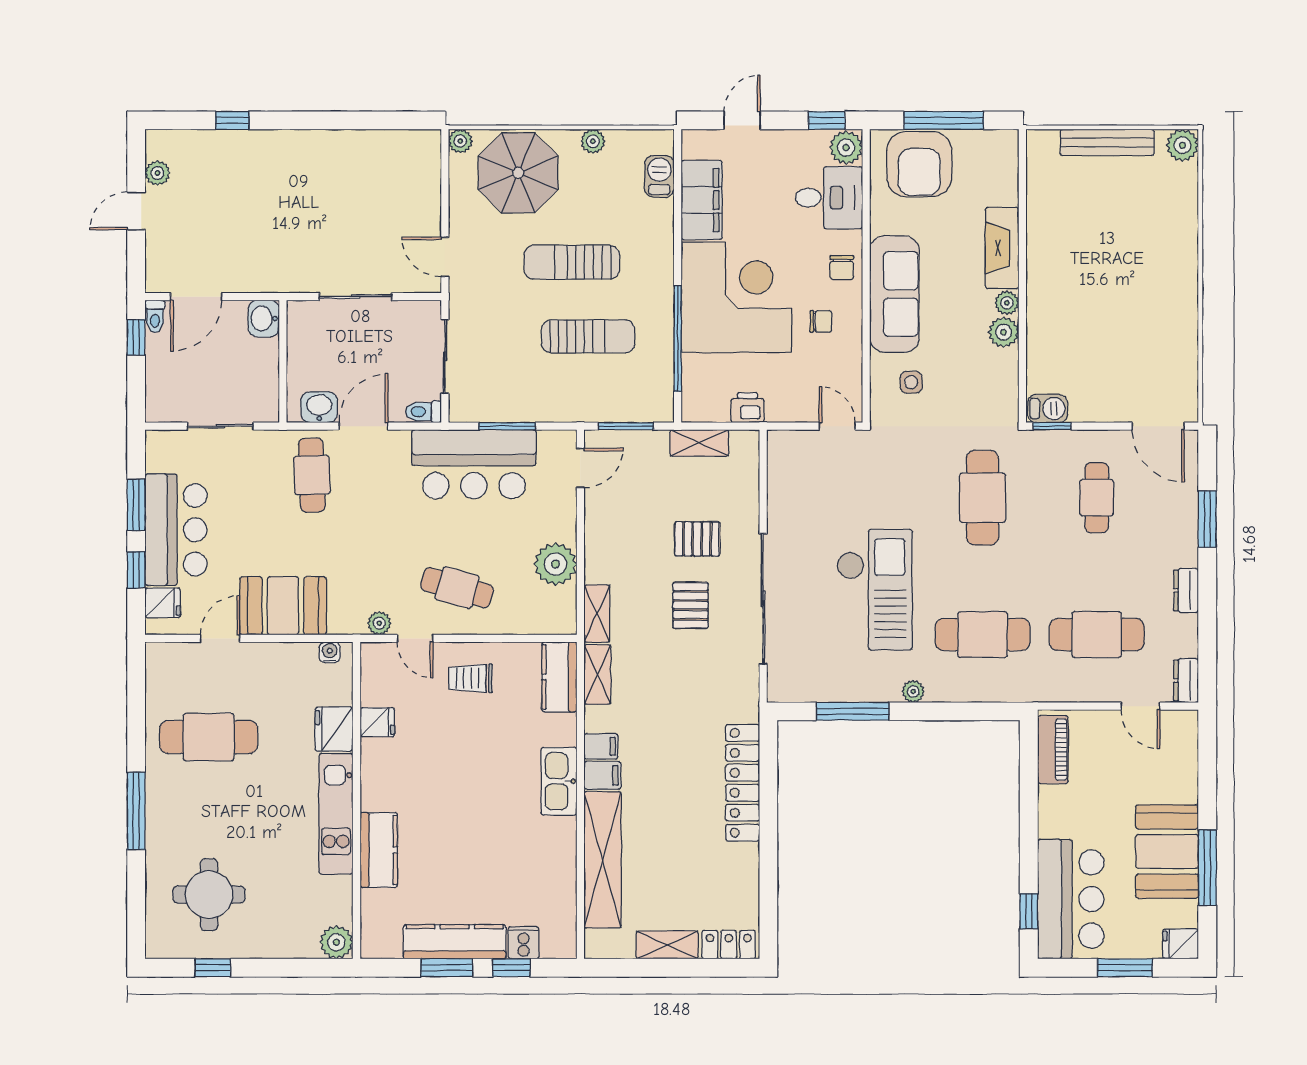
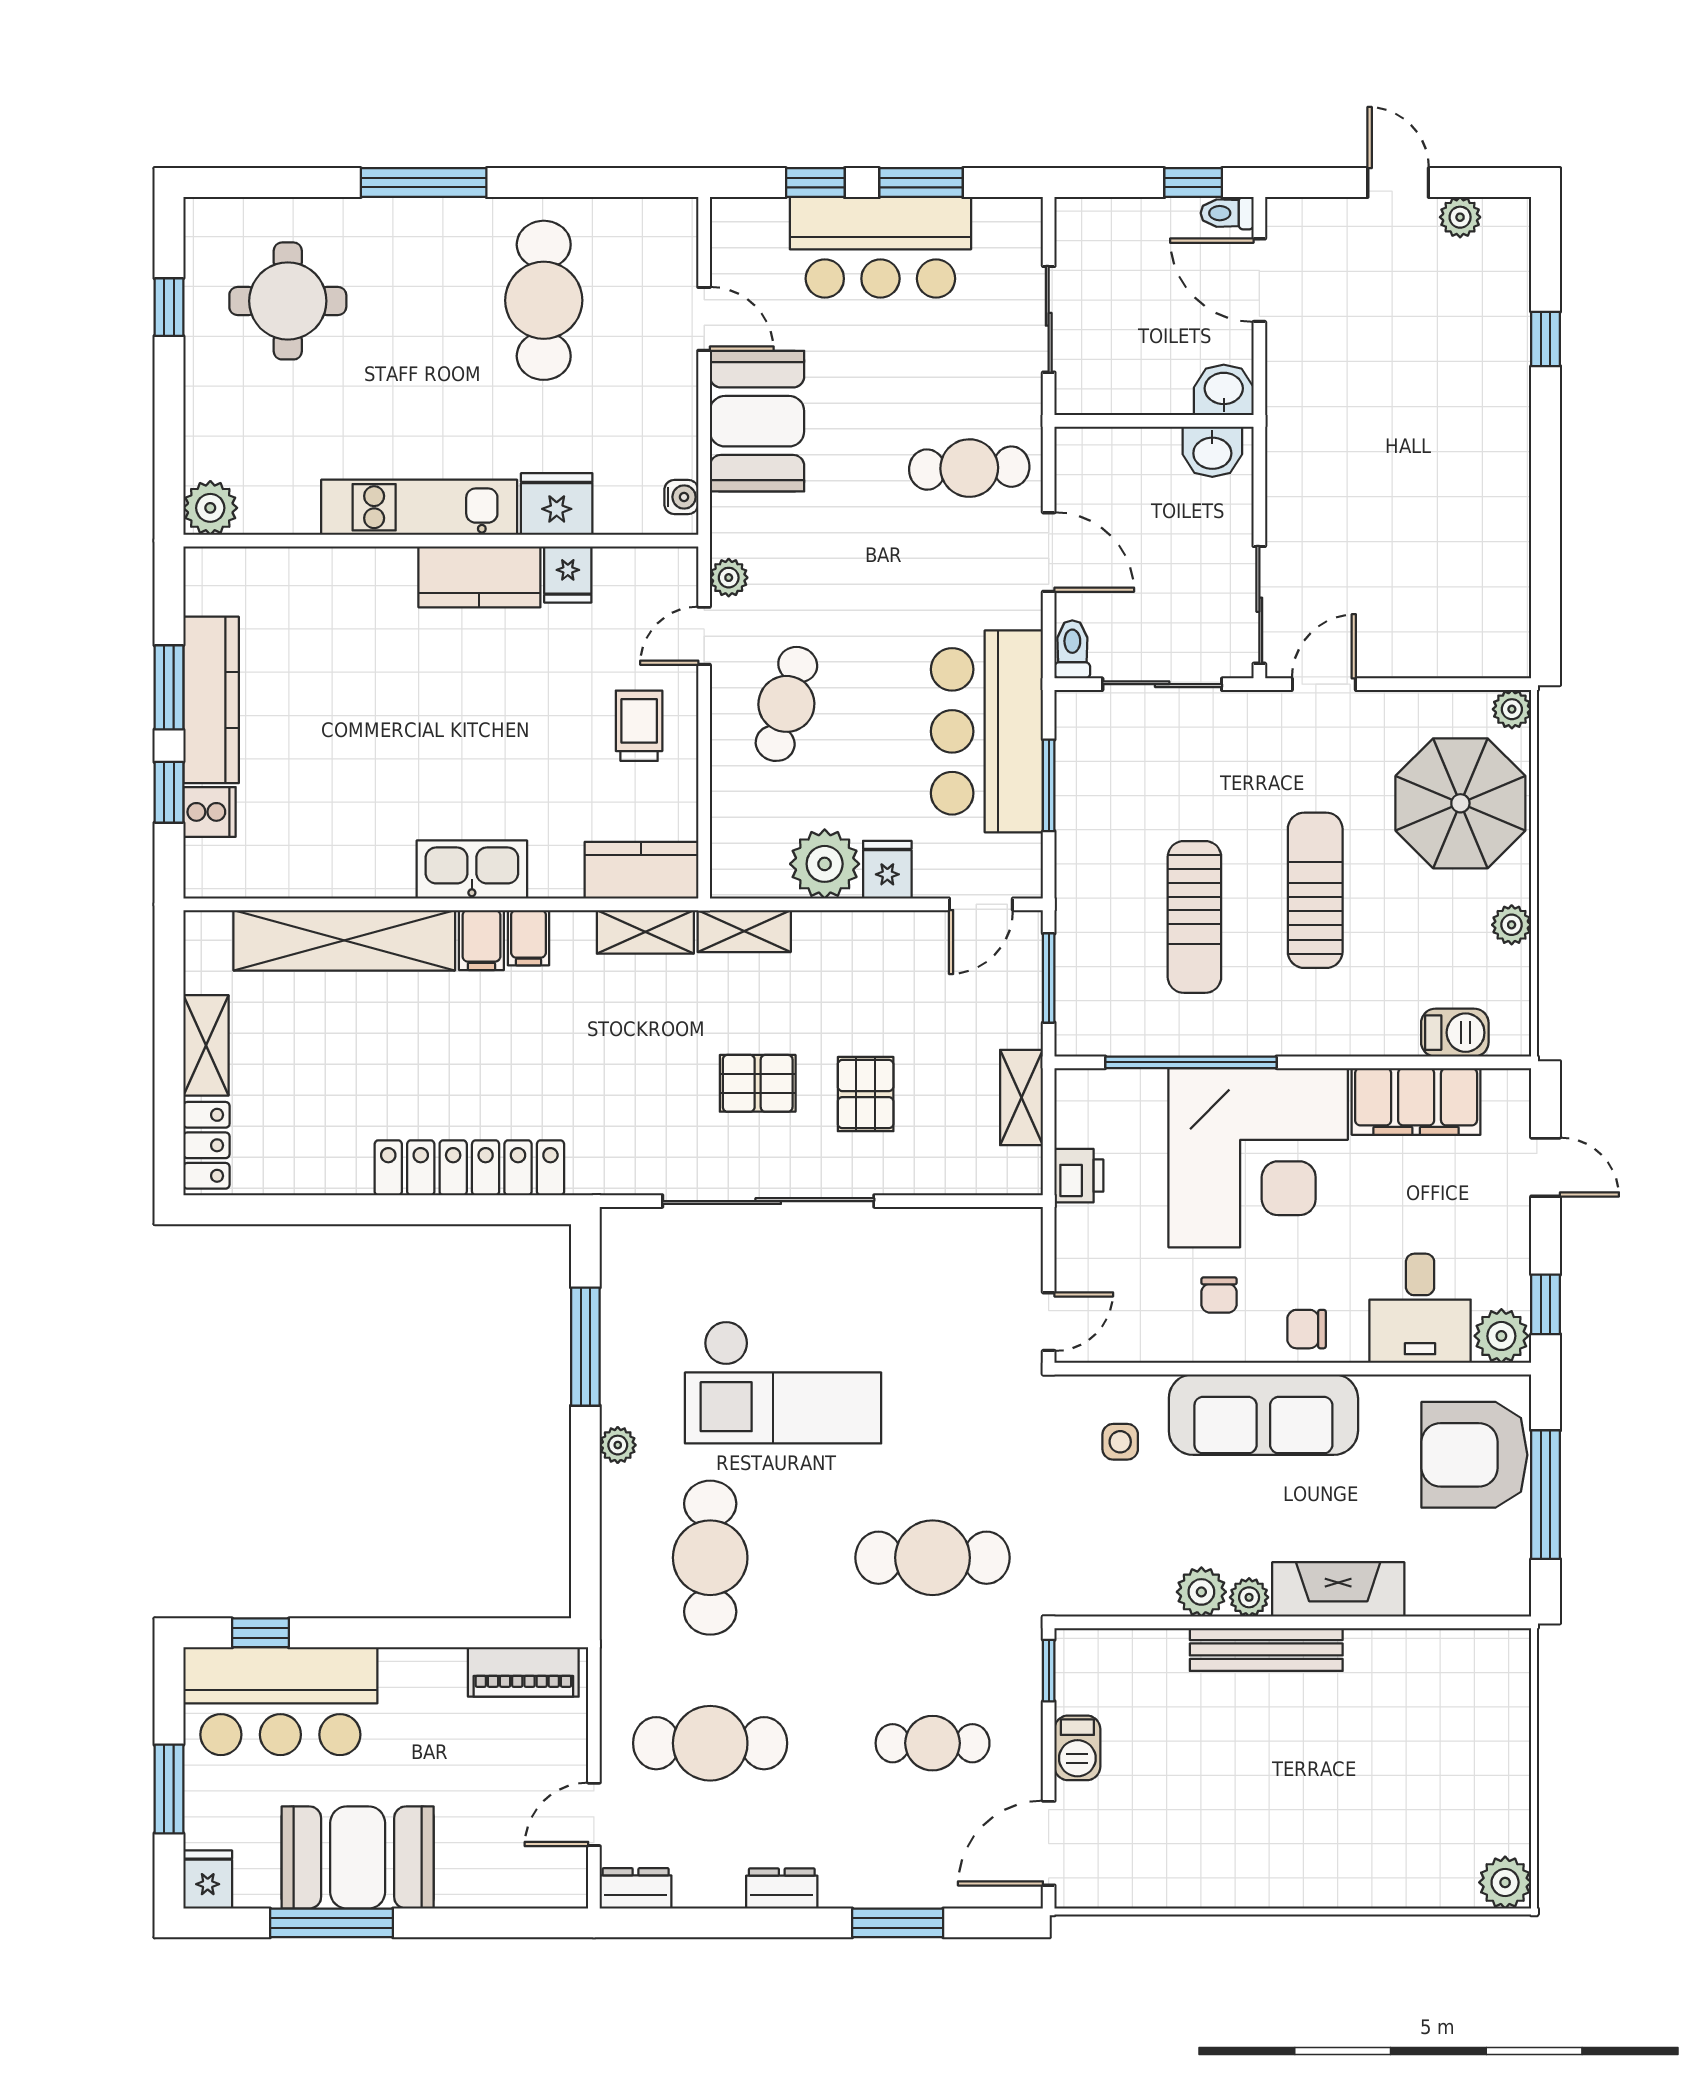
bench: (1107, 142) -> (1266, 1649), moved, turned 90
sliding door: (356, 297) -> (1259, 605), moved
washbasin: (319, 407) -> (1212, 452), moved, turned 90
barbecue: (1048, 409) -> (1077, 1748), moved
door: (580, 468) -> (981, 904), hinge flipped
fridge: (163, 603) -> (887, 870), moved, turned 180
cafe table: (1097, 635) -> (710, 1743), turned 90
kitchen counter: (379, 850) -> (479, 577), moved

